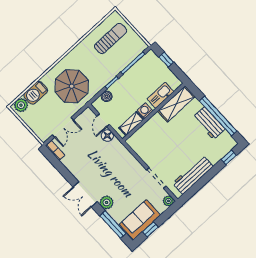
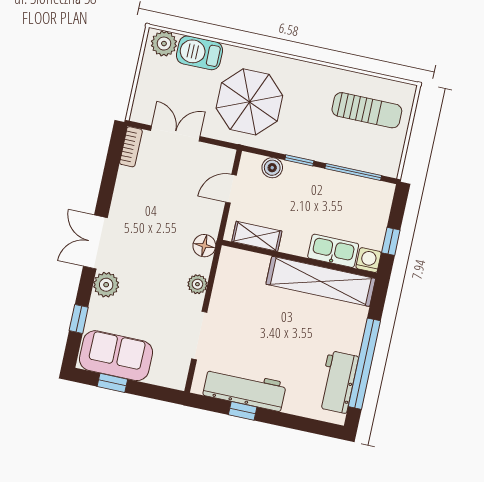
window: (166, 60) -> (391, 241), moved
shelving: (176, 104) -> (321, 281), width x1.47
washing machine: (145, 111) -> (369, 260), moved
workbench: (209, 123) -> (338, 382), moved
double door: (63, 127) -> (175, 134), swing flipped
floor lamp: (107, 136) -> (204, 246), moved
window: (229, 157) -> (243, 411), moved
plant: (168, 201) -> (197, 284), moved
window: (113, 225) -> (79, 319), width x0.46

